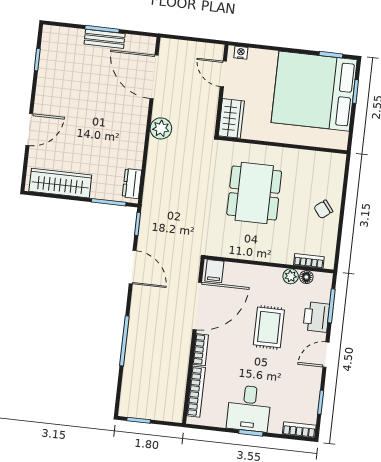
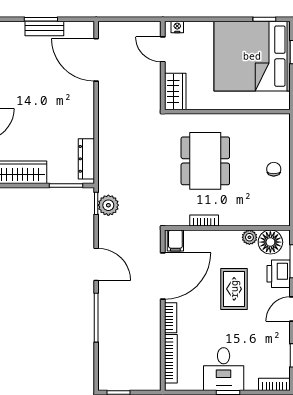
plant: (161, 128) -> (108, 205), moved
dresser: (132, 184) -> (86, 159), width x1.44
chair: (323, 209) -> (274, 169), turned 128
bookcase: (309, 261) -> (204, 220), moved
door: (133, 267) -> (96, 264), moved
floor lamp: (306, 277) -> (270, 242), width x1.89, depth x1.89

